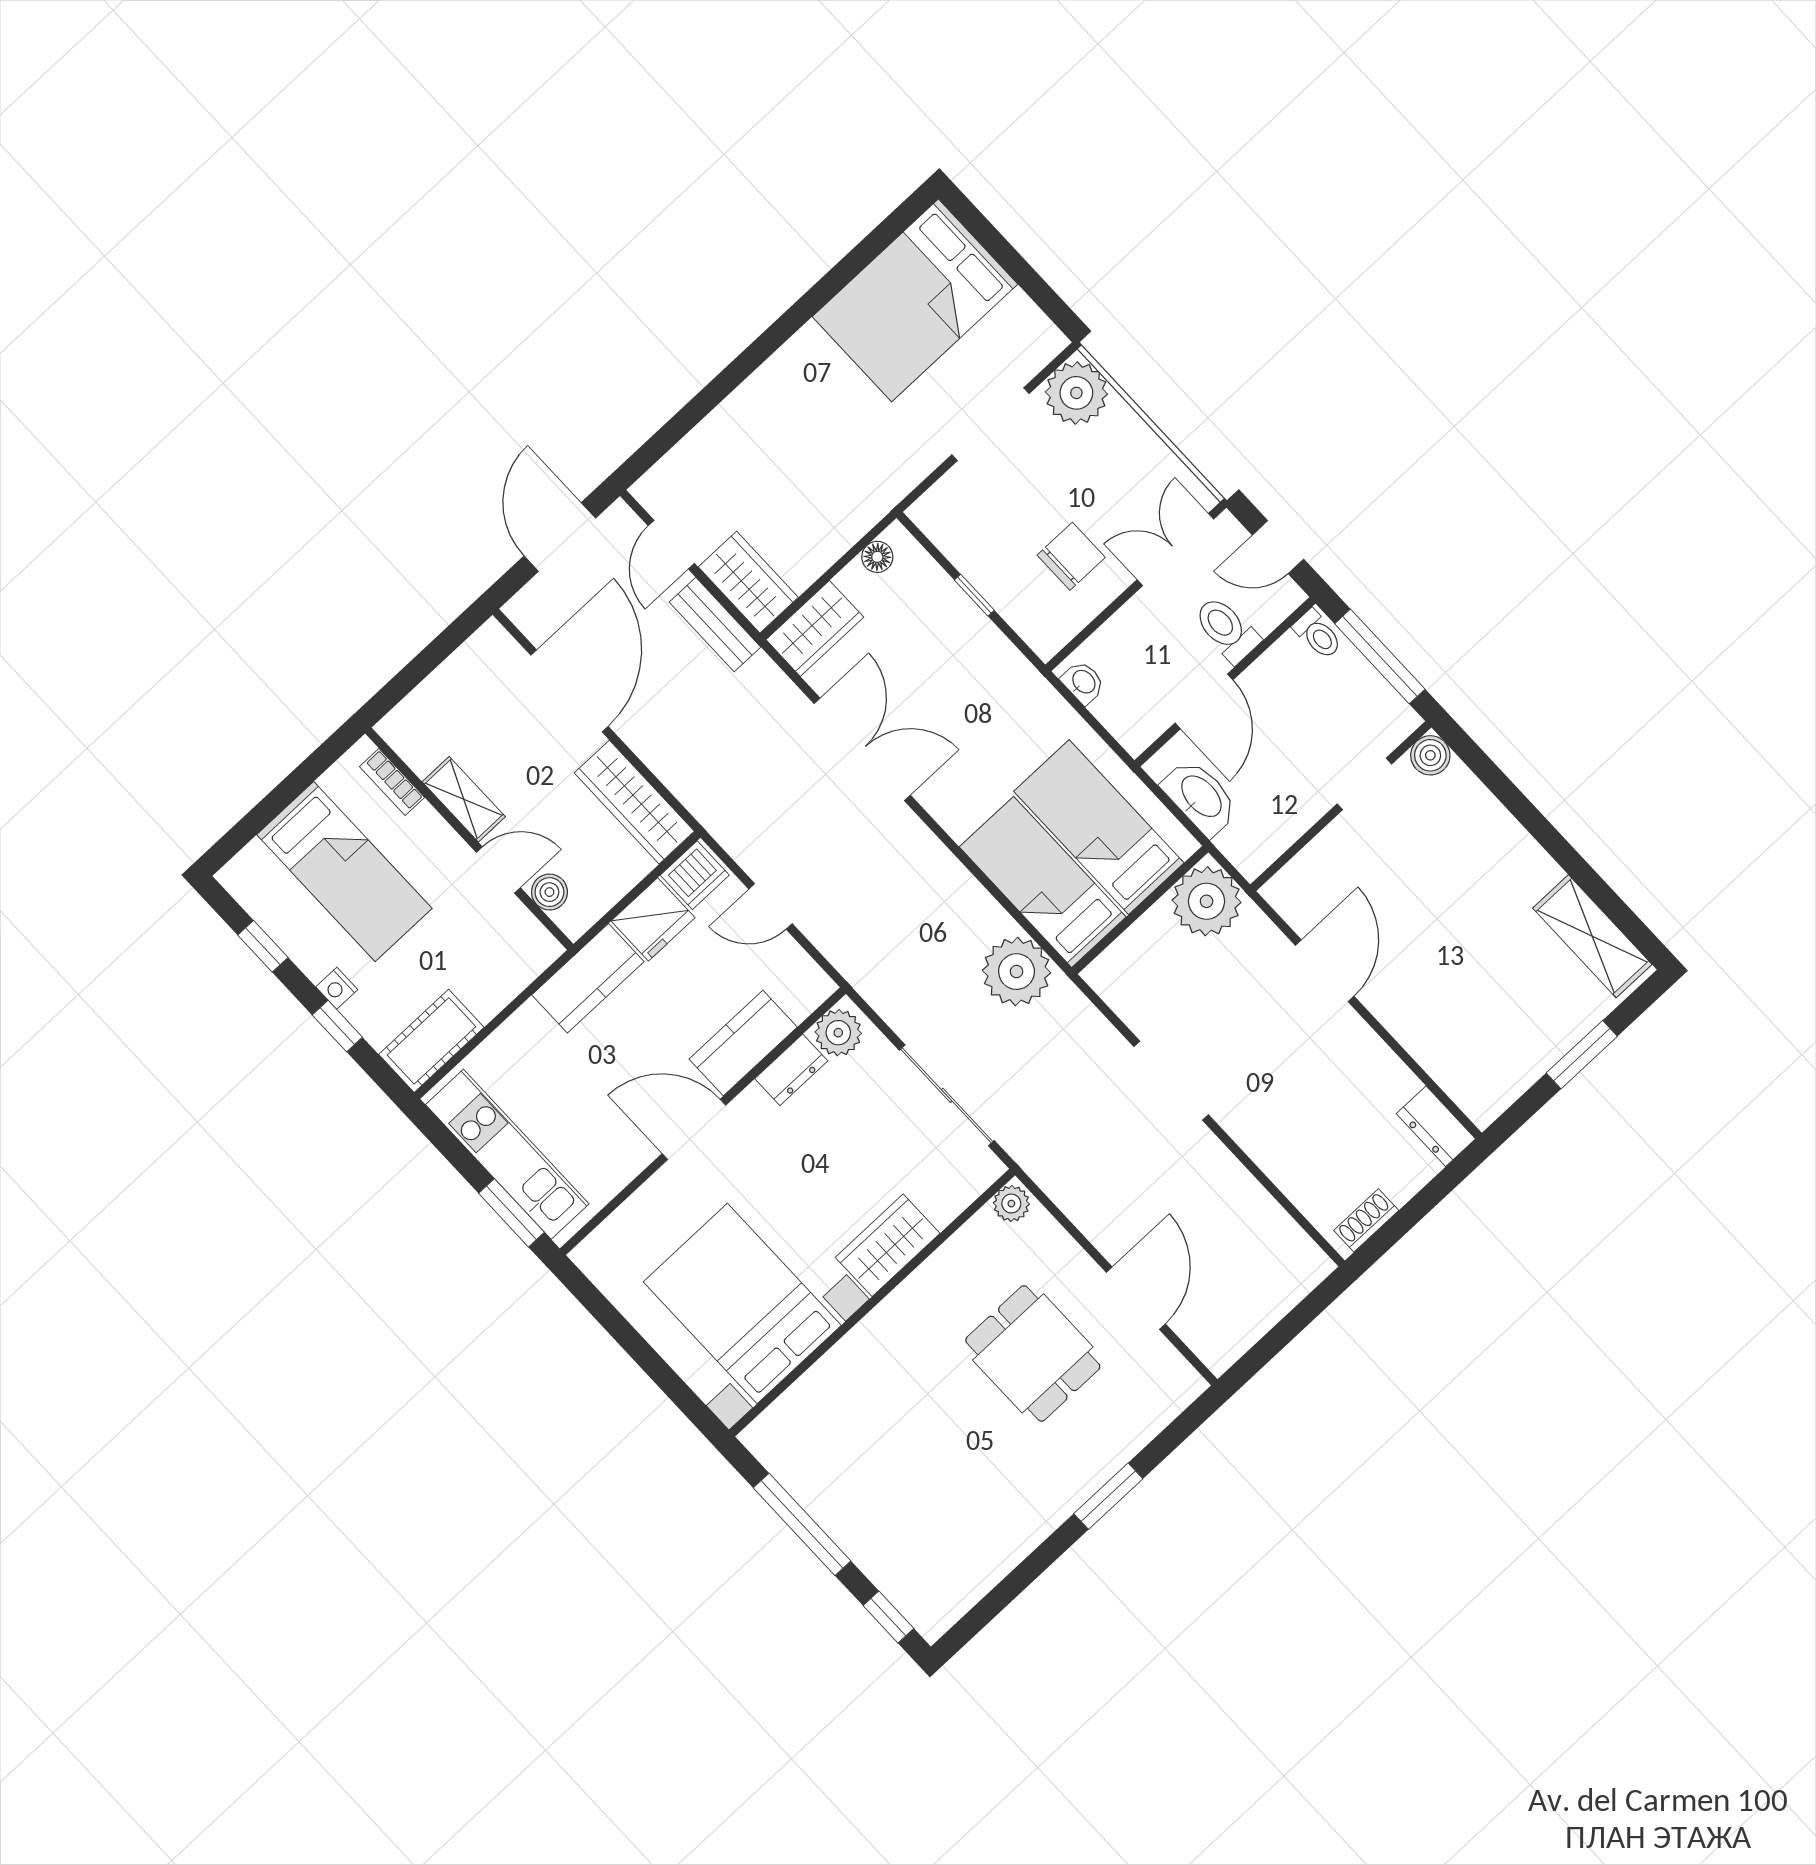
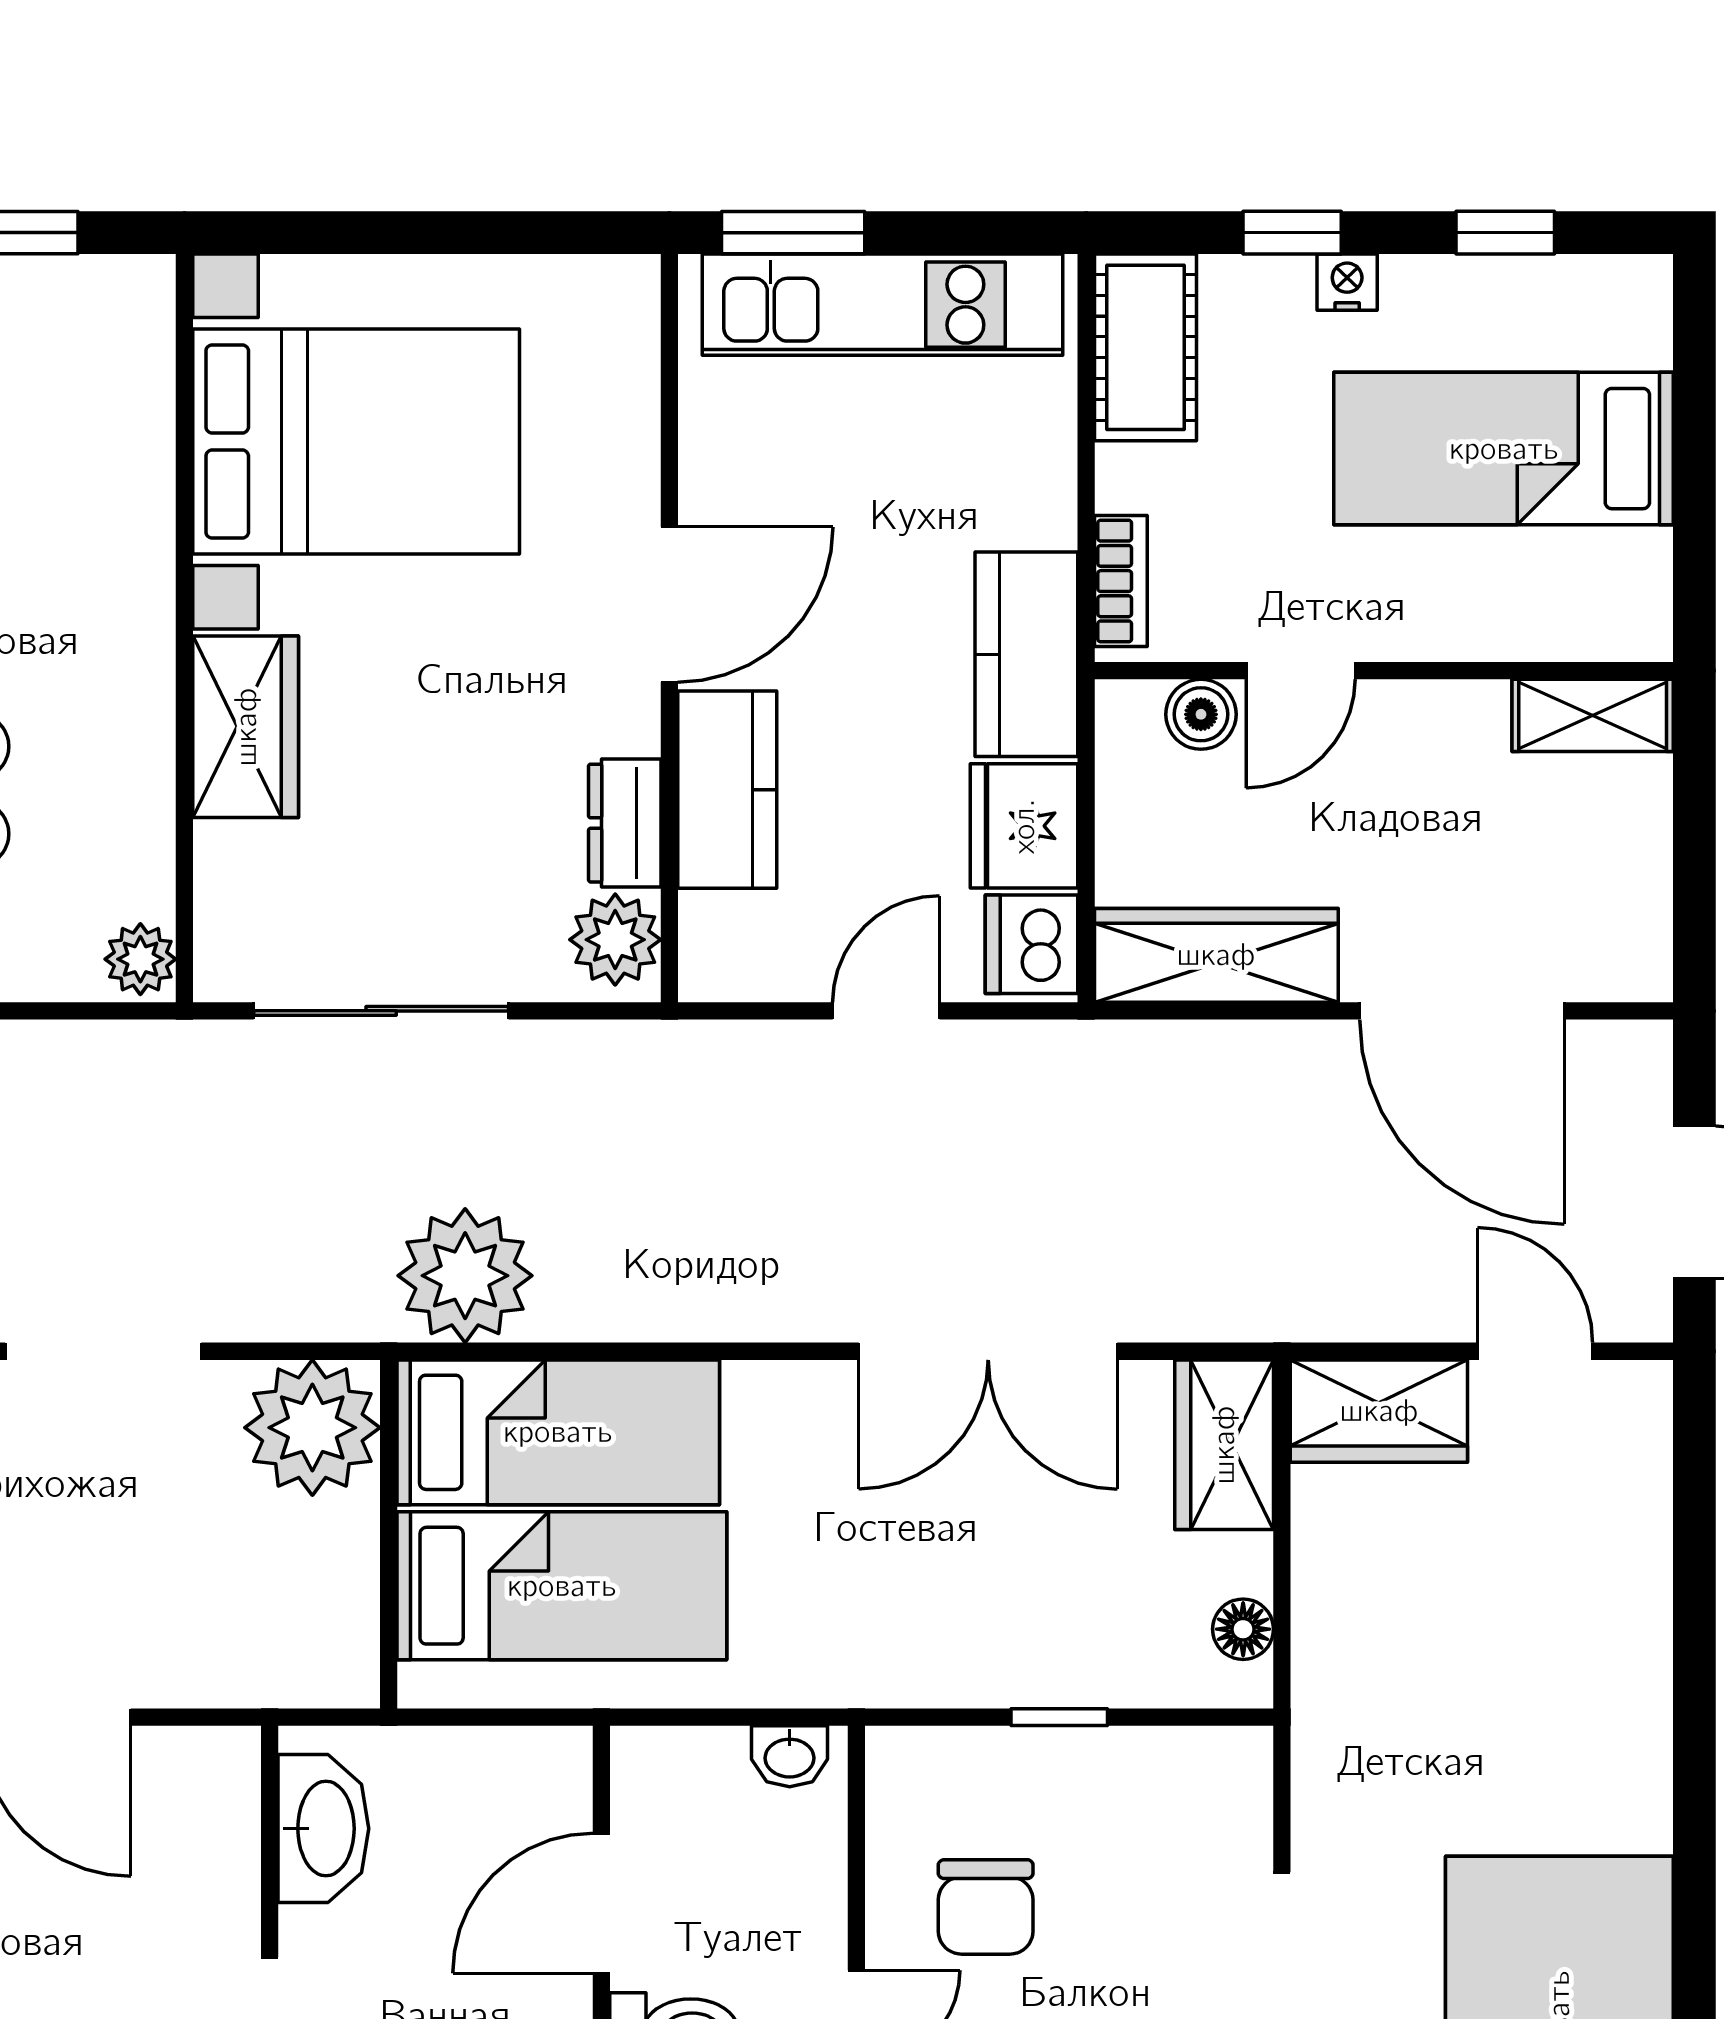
bench: (715, 625) -> (1363, 1307), removed
door: (1204, 701) -> (601, 1903), hinge flipped
bookcase: (392, 782) -> (1121, 581), moved, turned 90
washbasin: (1200, 797) -> (323, 1829), moved, turned -90
shelving: (464, 799) -> (1593, 715), moved
plant: (1207, 901) -> (312, 1428), moved

